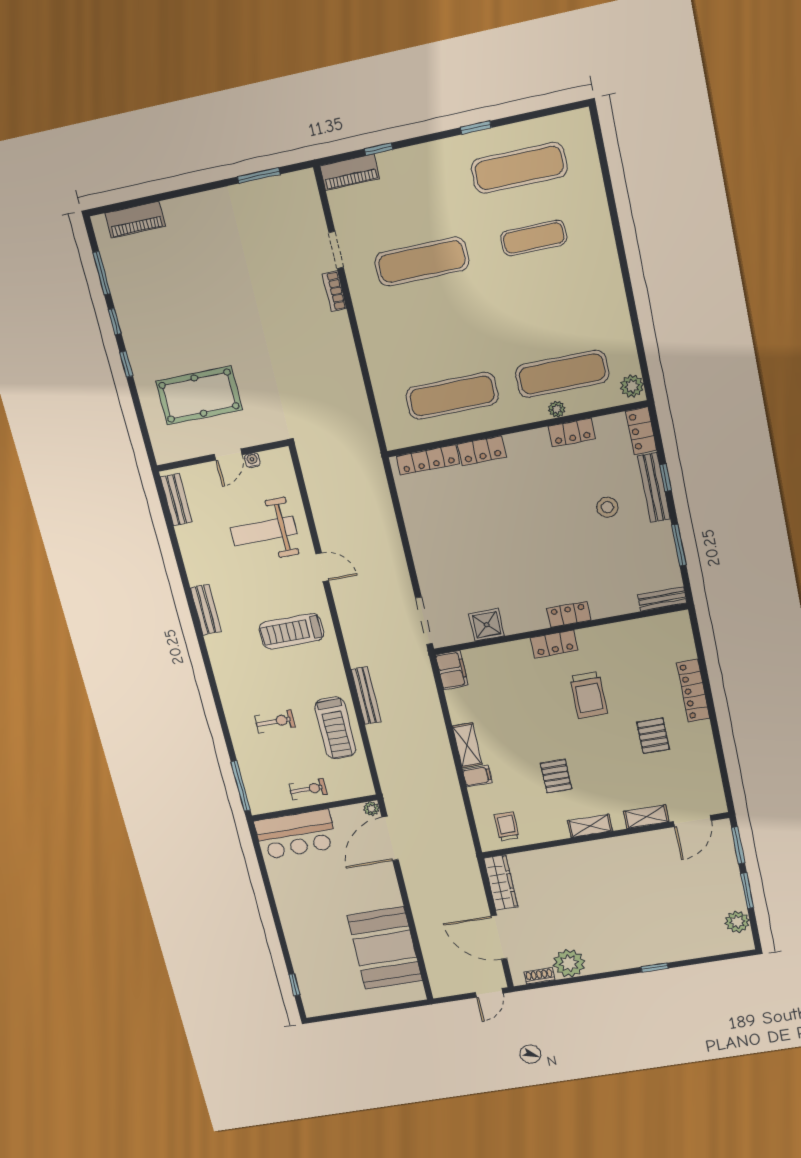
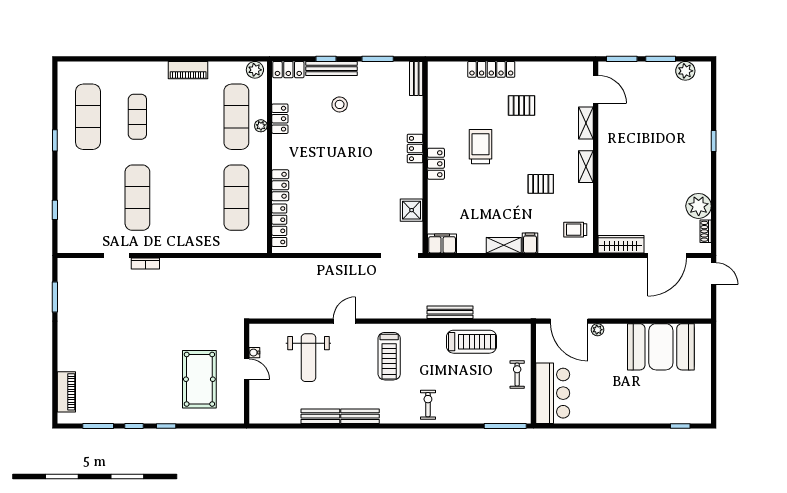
piano: (350, 172) -> (188, 70), moved, turned 90
bench: (176, 500) -> (320, 416), moved
trolley: (589, 695) -> (480, 147), turned -90
exercise bike: (275, 722) -> (428, 405), moved
plant: (371, 809) -> (598, 330), moved

